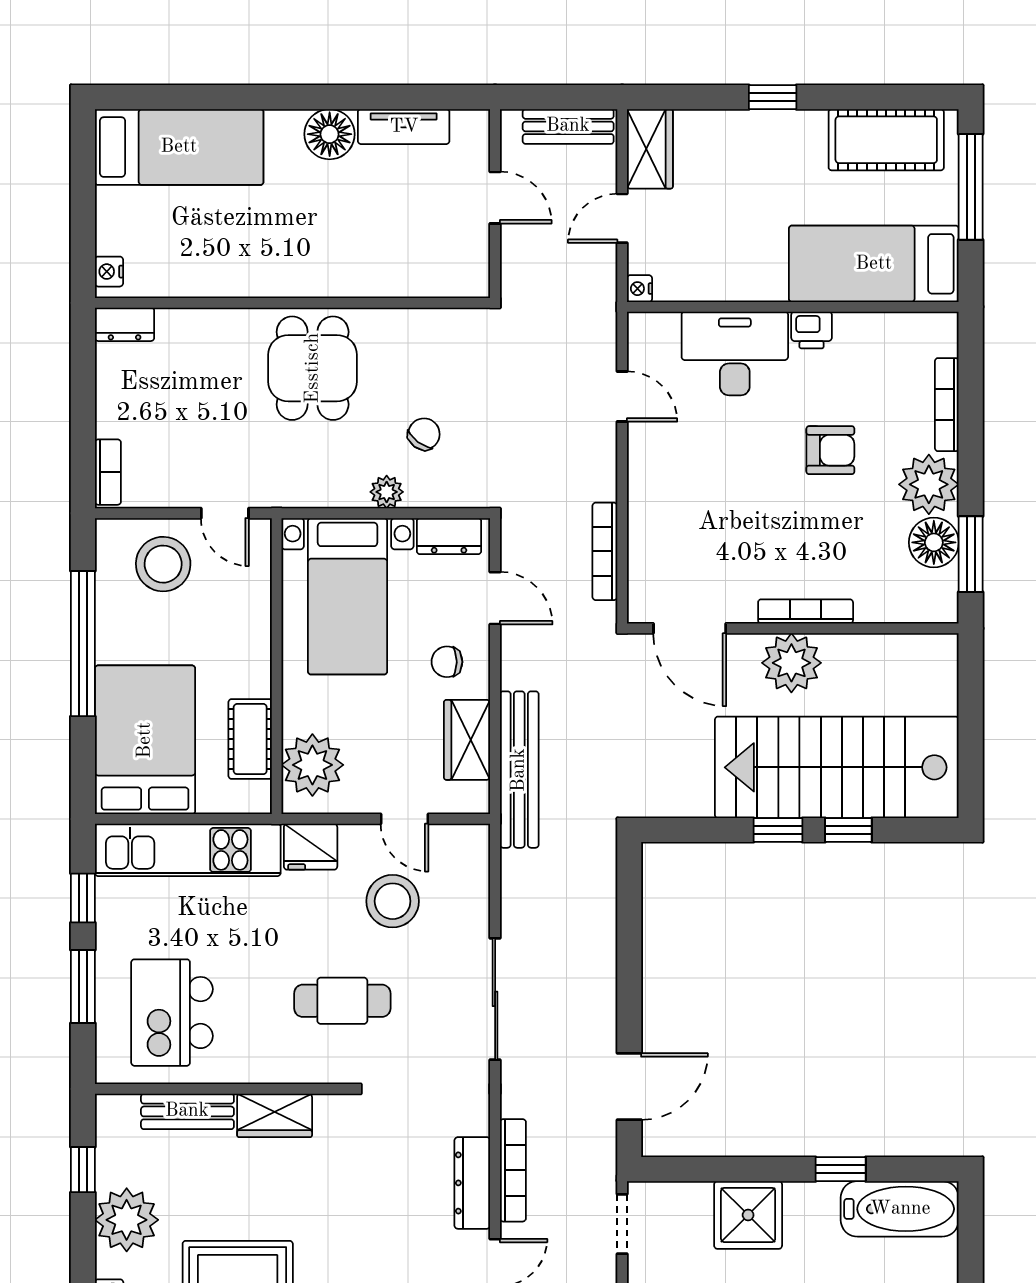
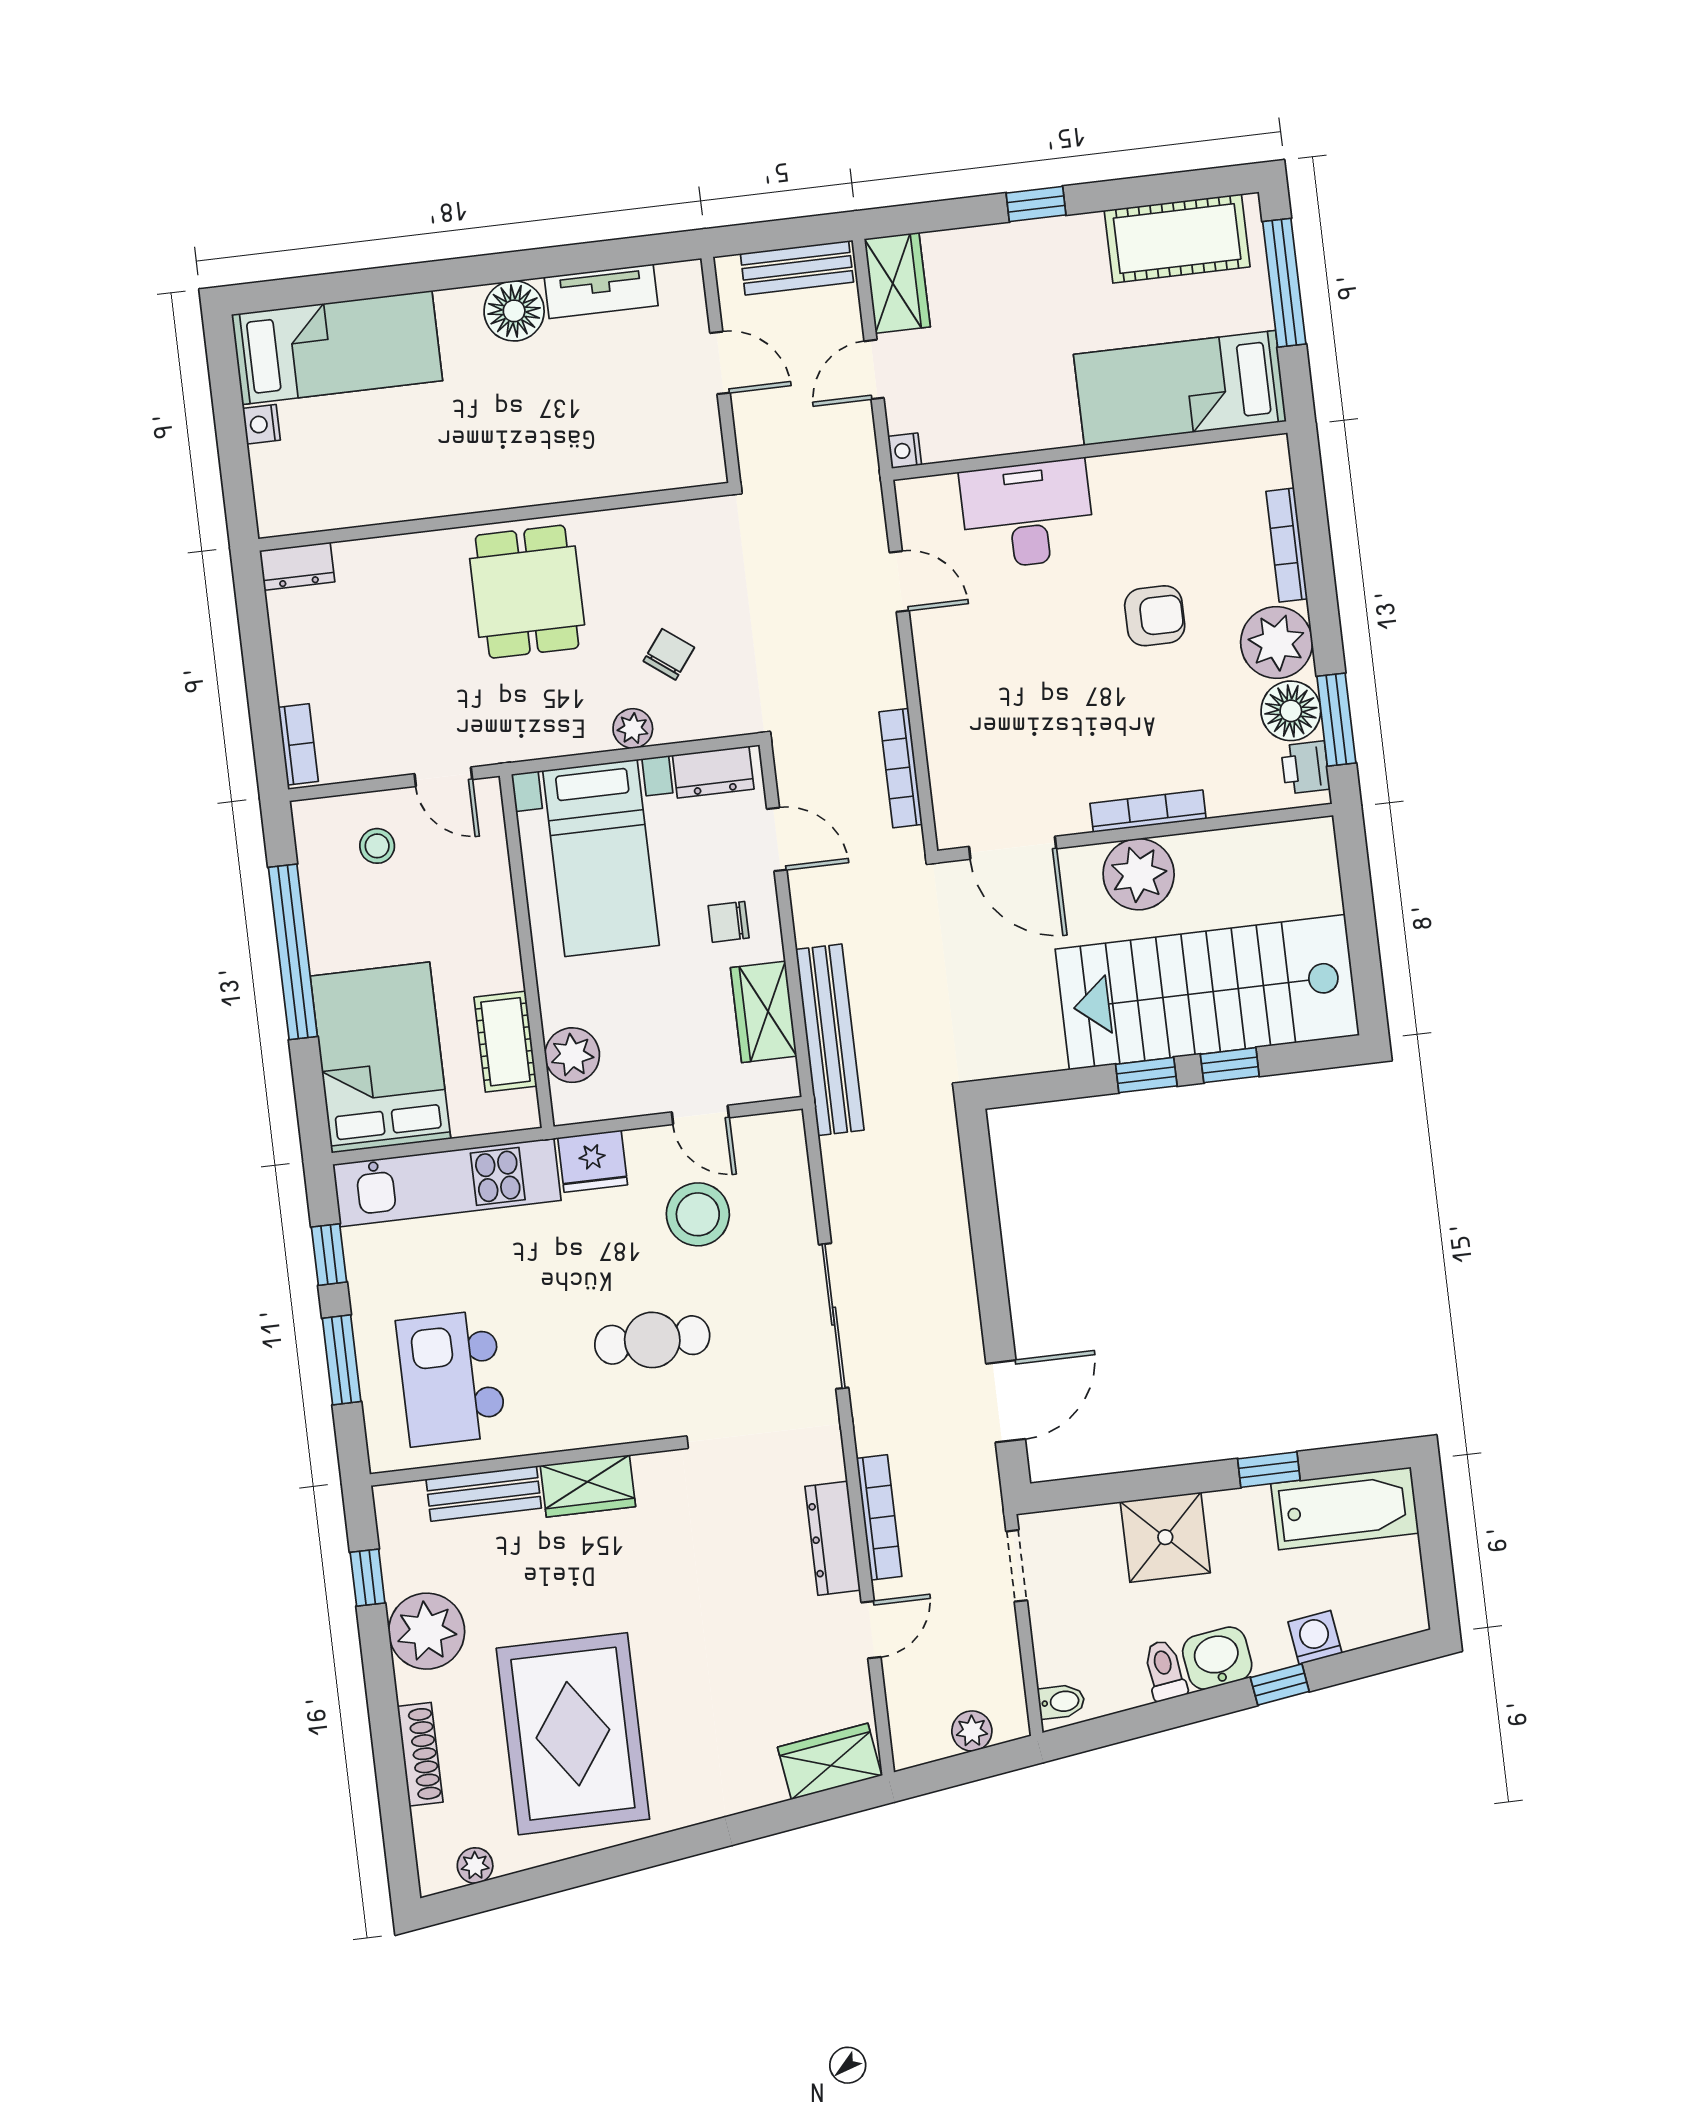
nightstand: (109, 272) -> (261, 424), moved
printer: (812, 330) -> (1305, 768), moved, turned 90
stool: (163, 564) -> (377, 846), width x0.53, depth x0.53
plant: (312, 765) -> (572, 1055), width x0.73, depth x0.73

